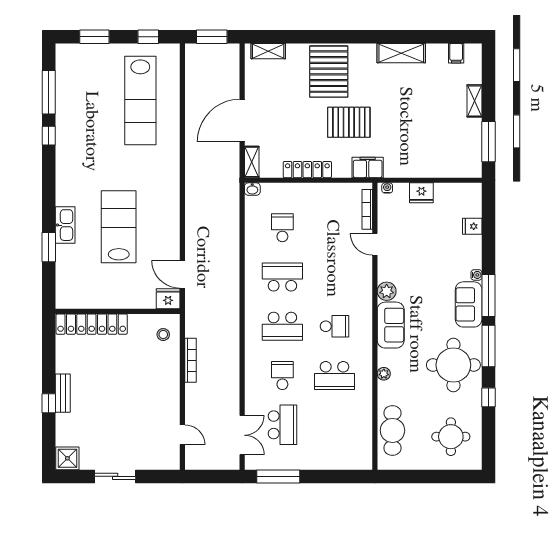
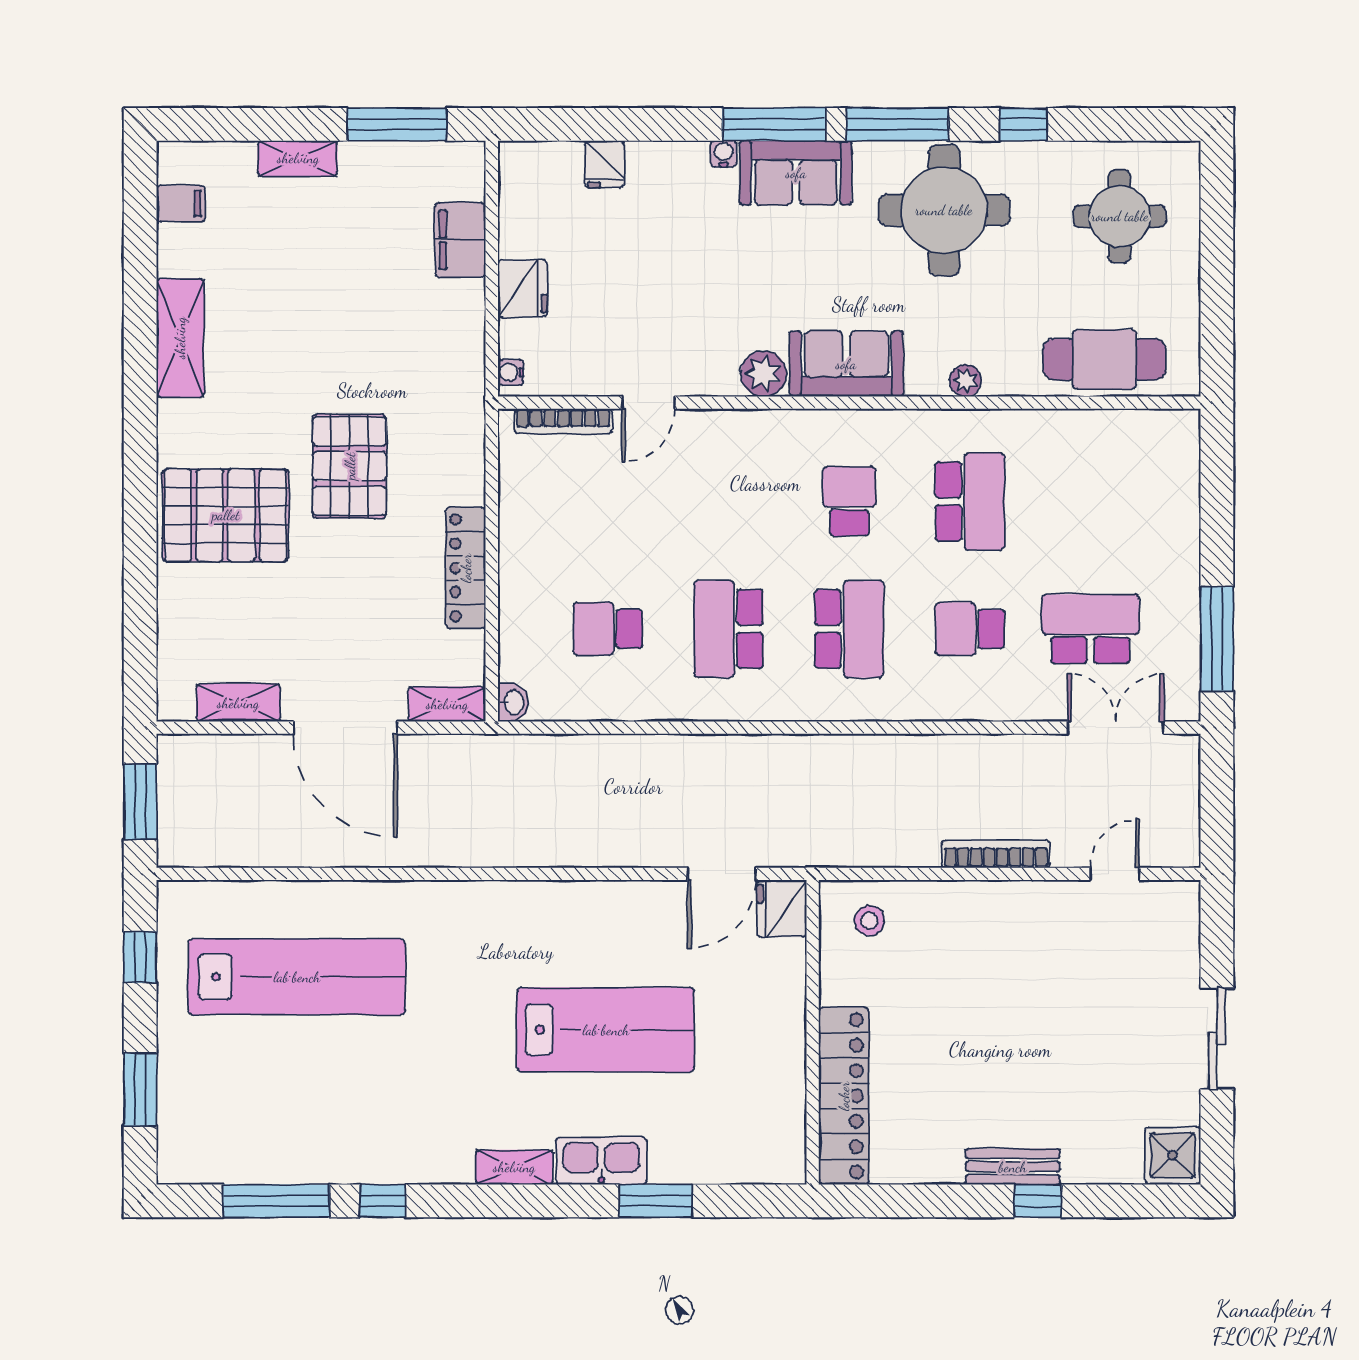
shelving: (268, 51) -> (238, 703), moved, turned 90
filing cabinet: (368, 167) -> (460, 240), moved
shelving: (62, 190) -> (514, 1167), added
lab bench: (119, 227) -> (606, 1030), turned 180
bookcase: (190, 360) -> (996, 854), moved

